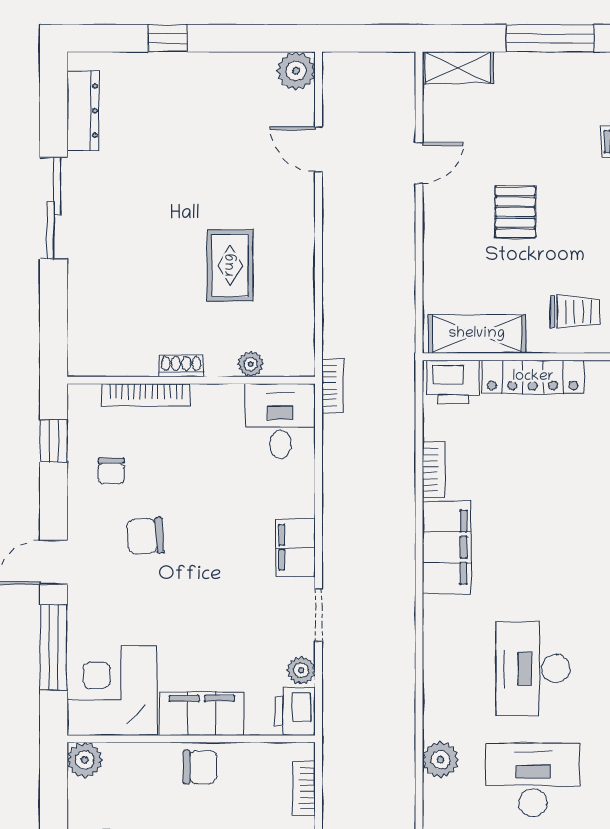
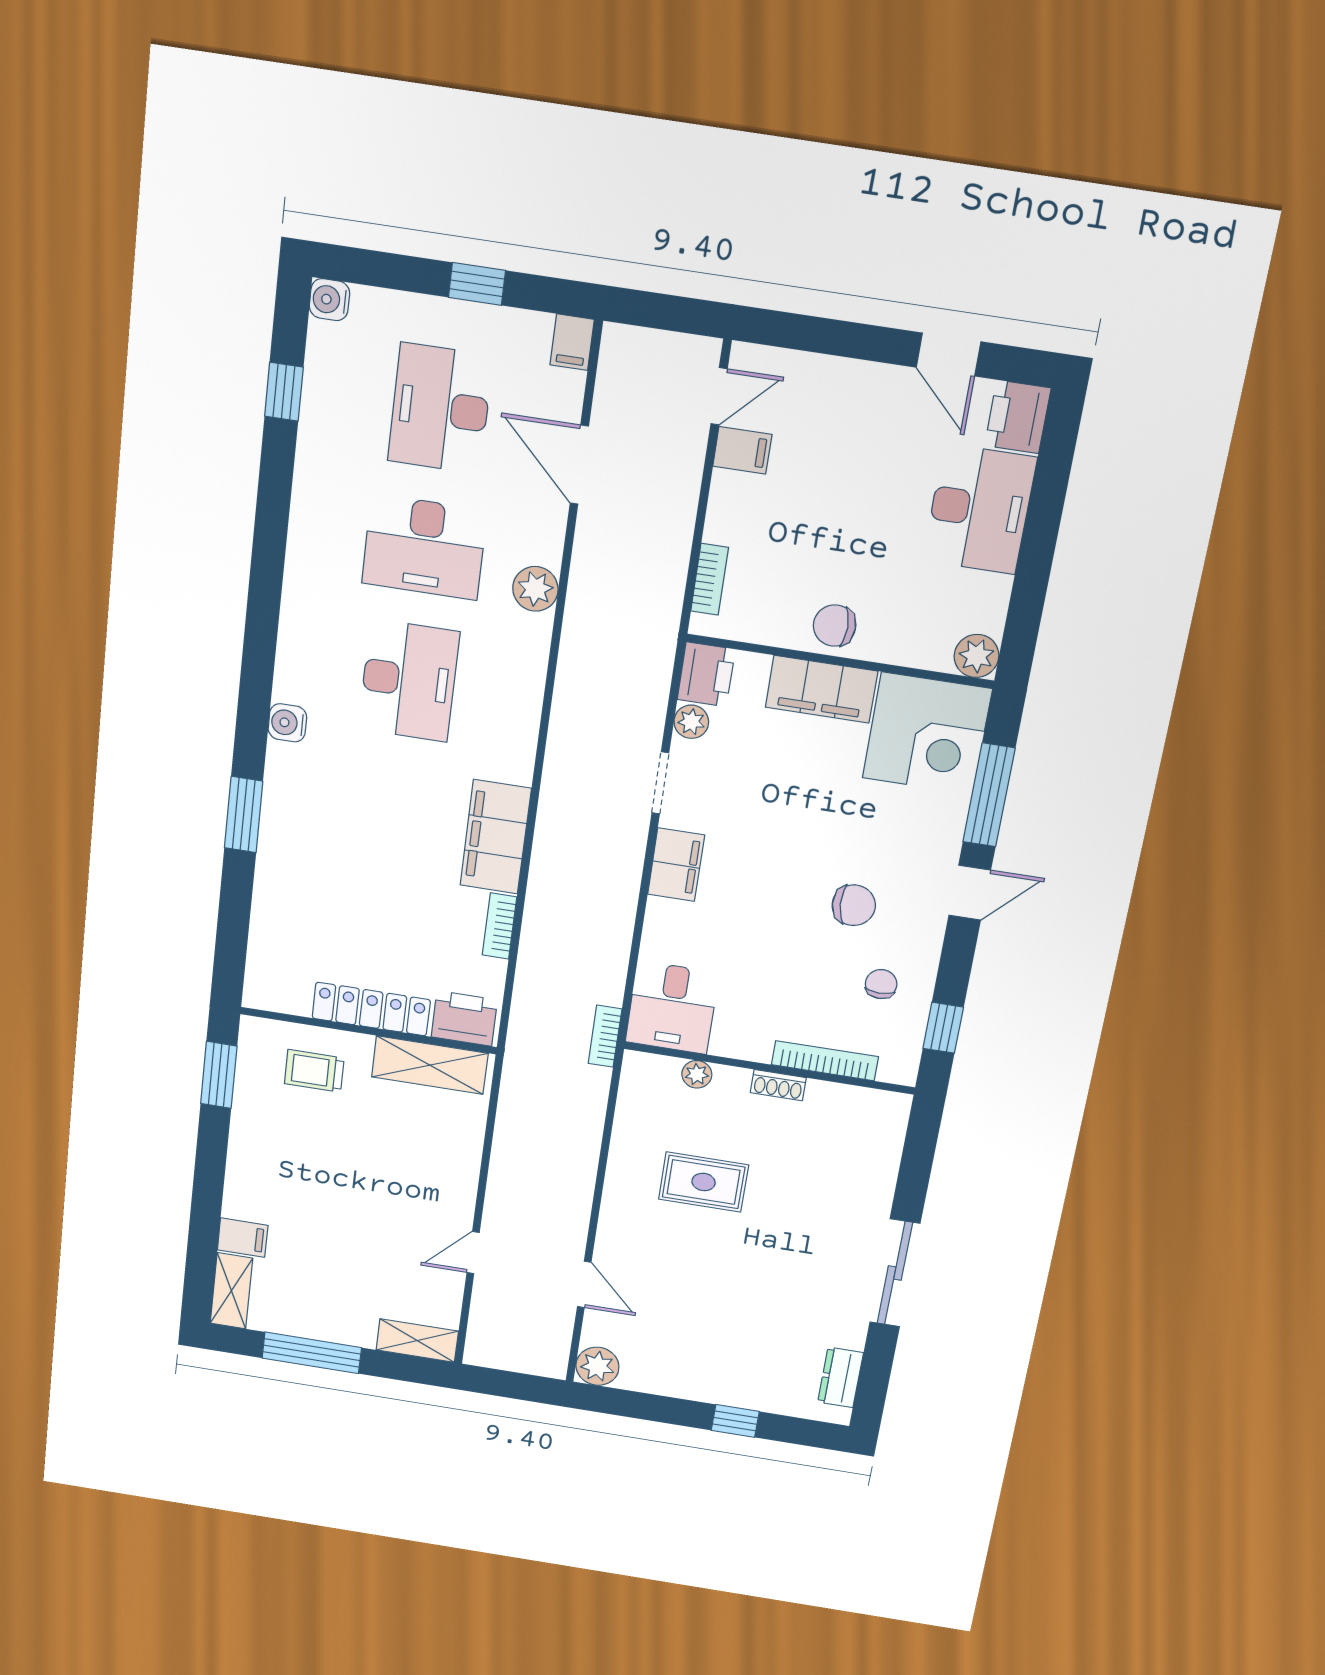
dresser: (83, 111) -> (840, 1377), width x0.70
pallet: (515, 212) -> (371, 1185), removed
rug: (230, 265) -> (704, 1182), turned 90

